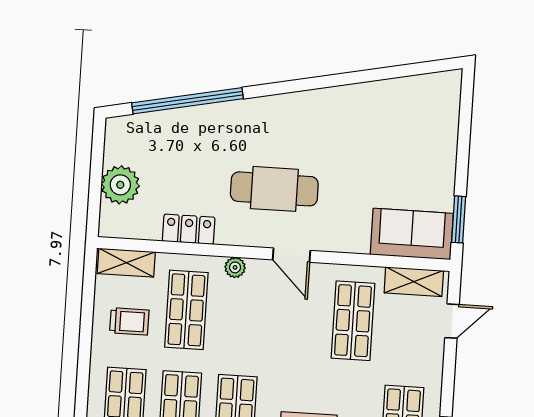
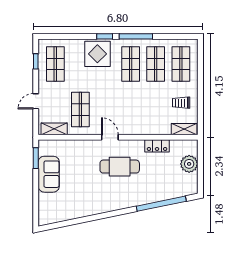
sofa: (412, 234) -> (49, 174), moved, turned -90
plant: (235, 267) -> (135, 130), removed
shop shelf: (186, 310) -> (156, 110), removed
door: (452, 321) -> (36, 101), moved

